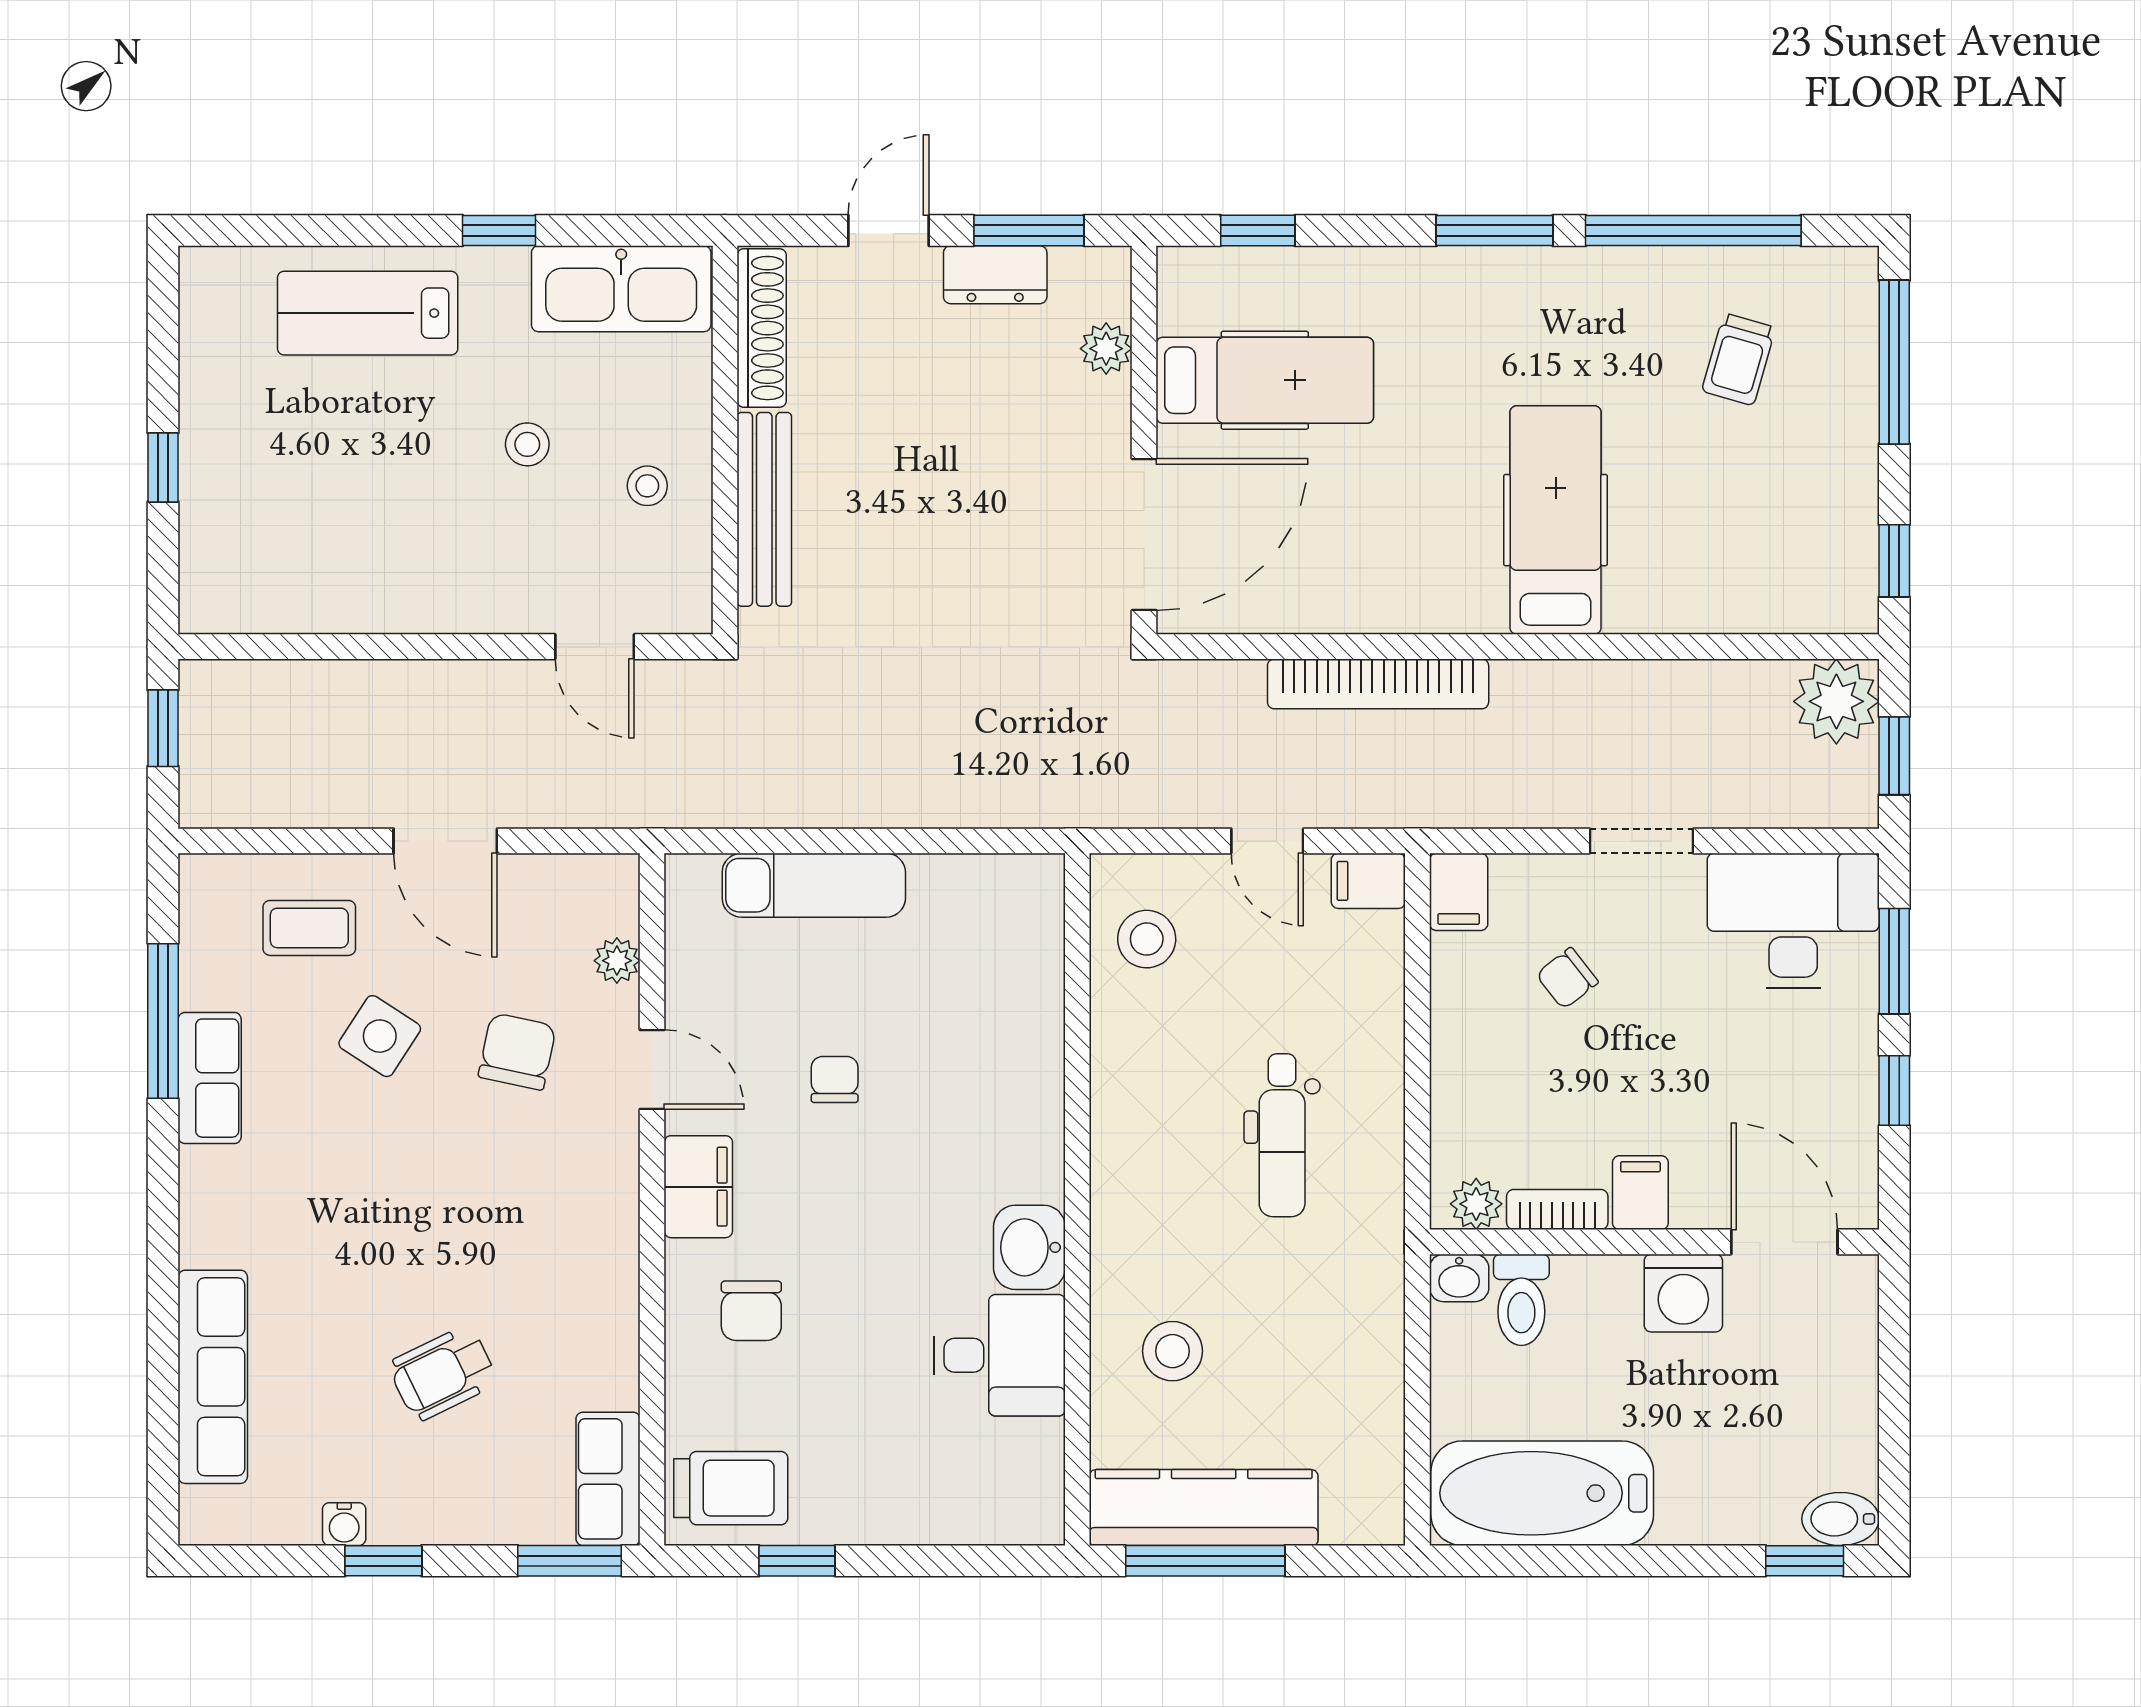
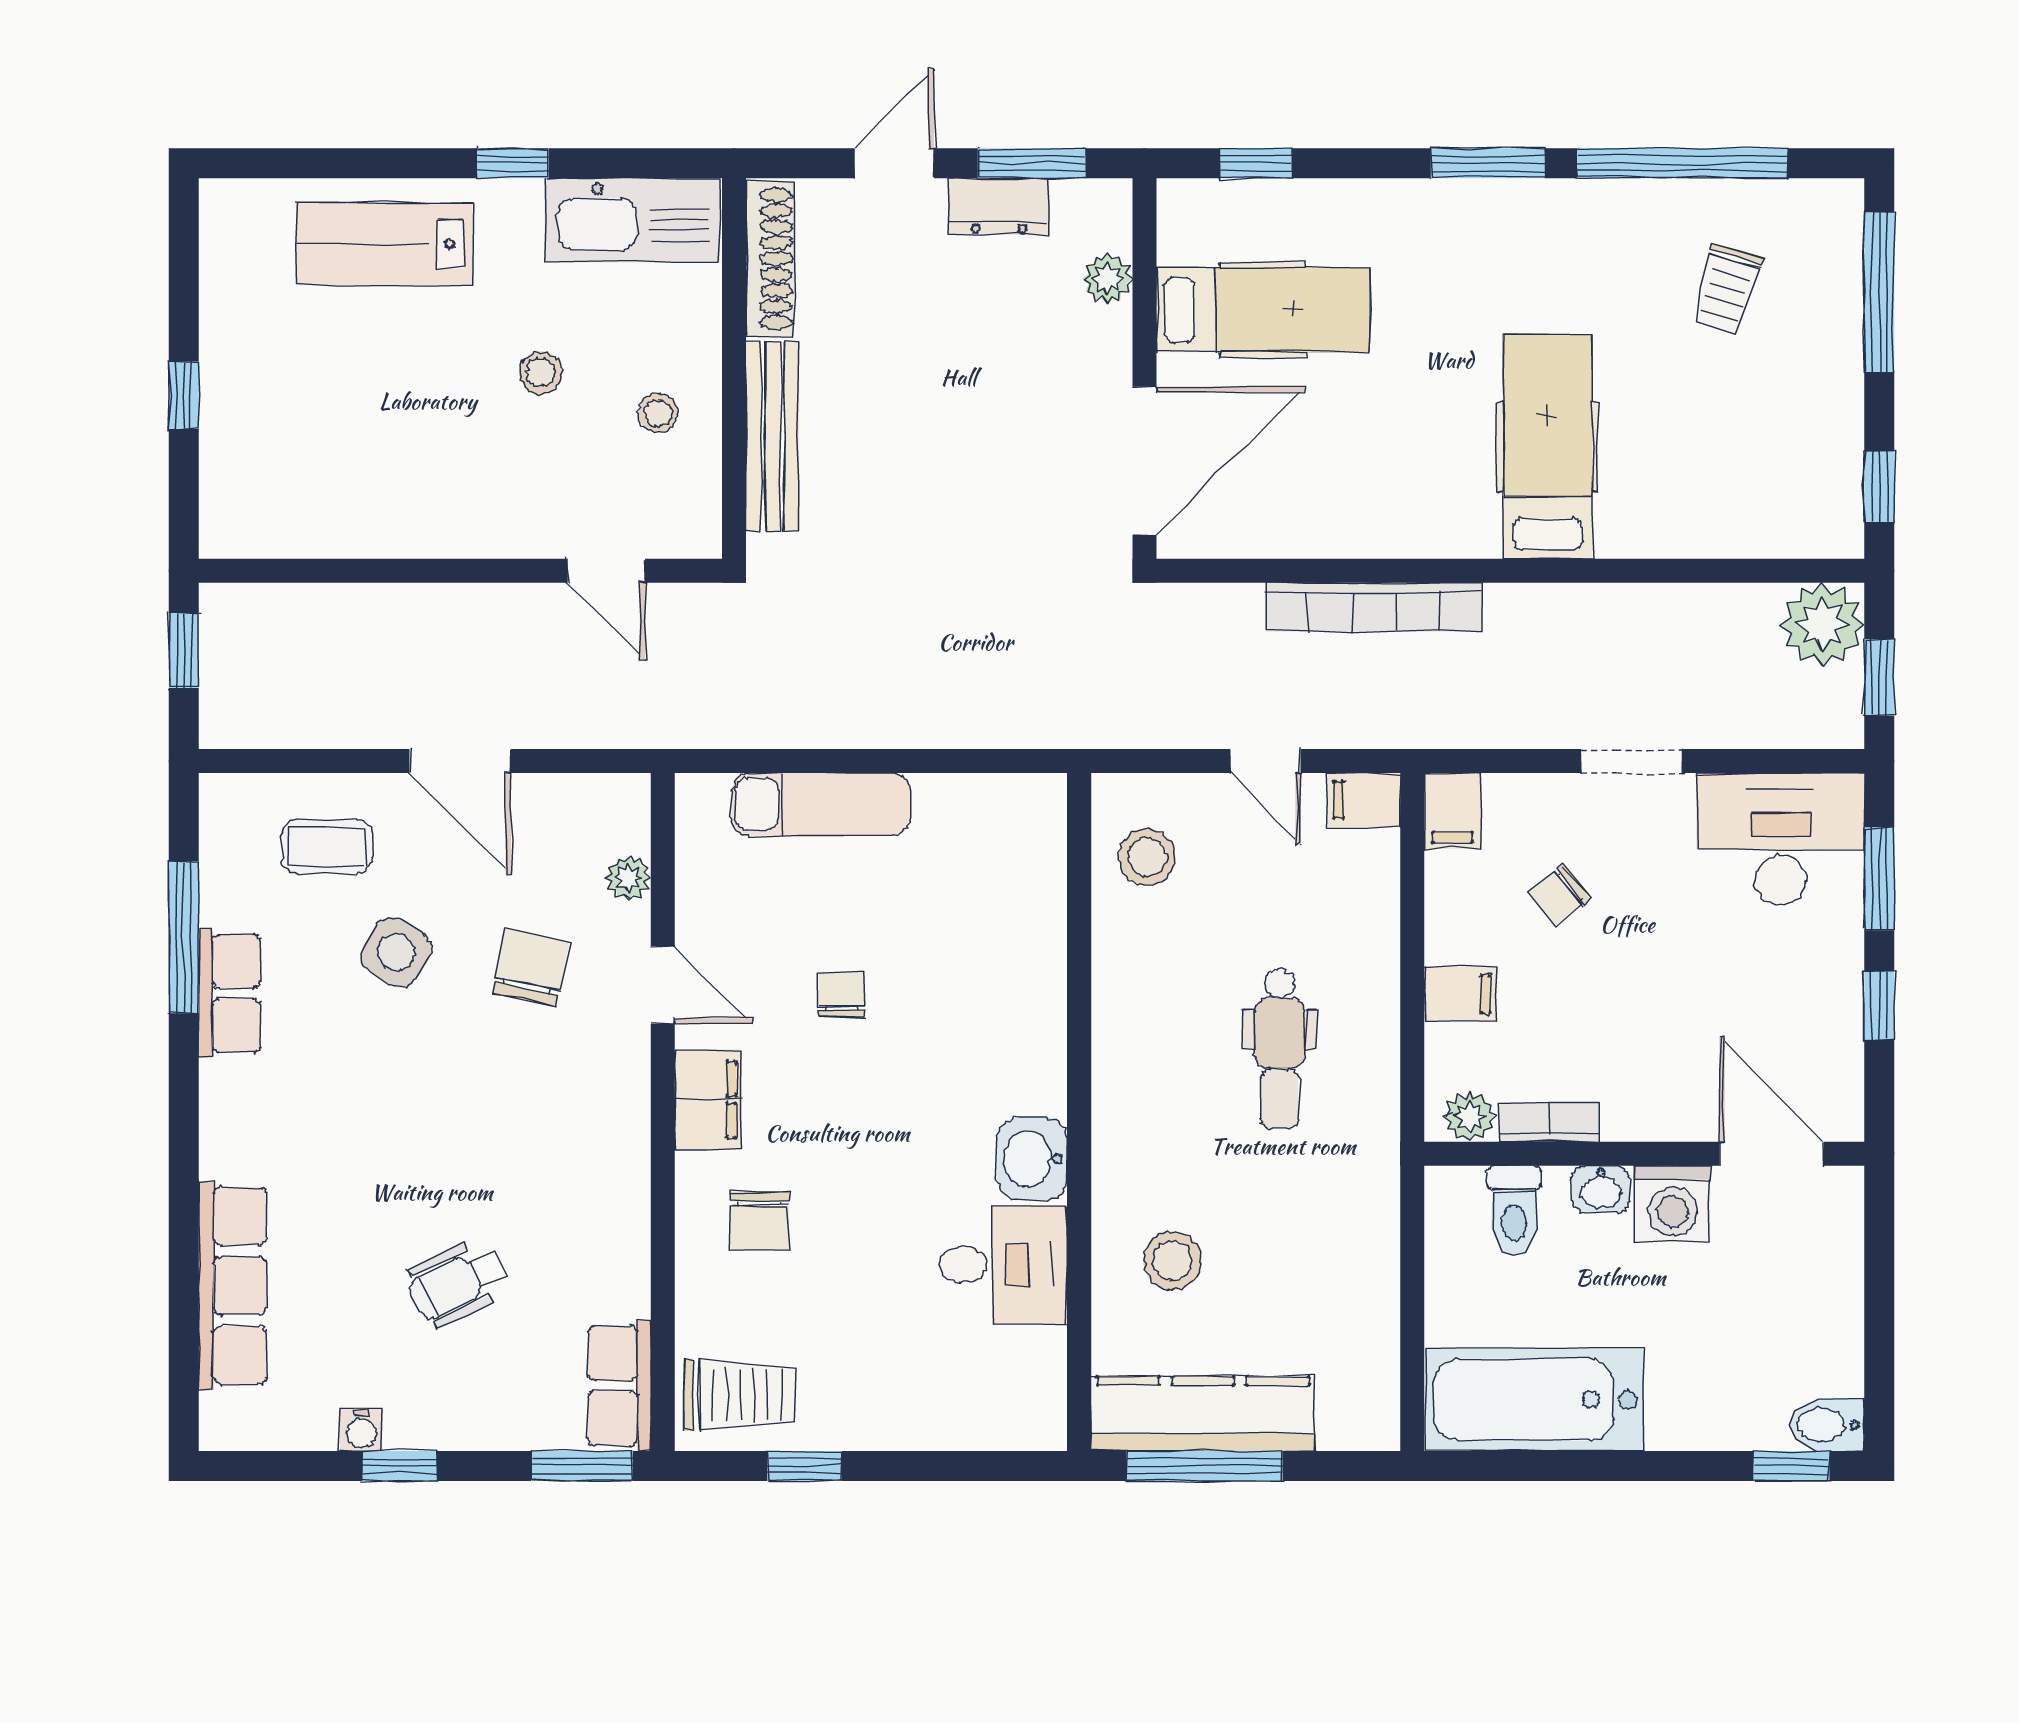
filing cabinet: (1640, 1193) -> (1460, 994), moved, turned 90
washbasin: (1459, 1278) -> (1601, 1189), moved

